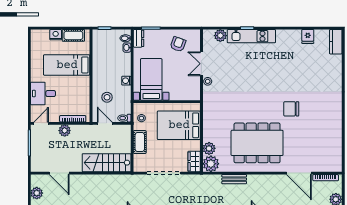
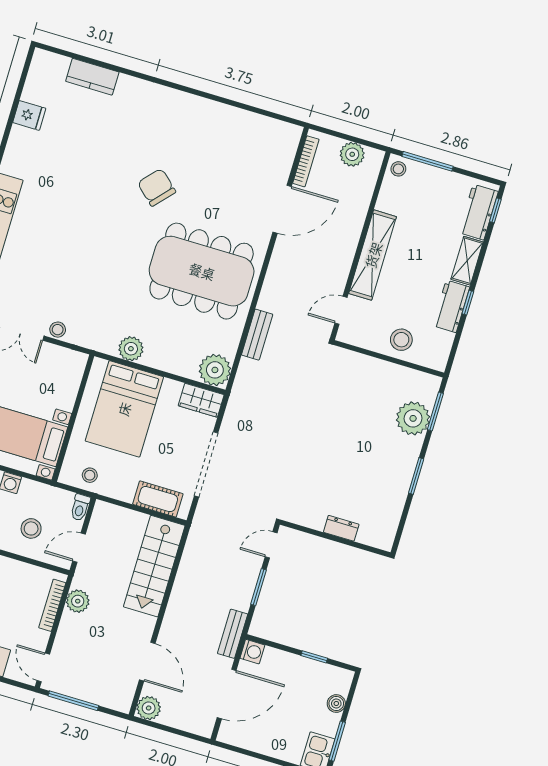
kitchen counter: (336, 42) -> (92, 77), moved
chair: (291, 109) -> (157, 187), turned 132
plant: (65, 131) -> (78, 601), moved
cot: (140, 142) -> (158, 499), moved
dining table: (257, 143) -> (202, 271), turned 90
plant: (209, 148) -> (131, 349), moved
door: (59, 173) -> (147, 662), hinge flipped
plant: (37, 193) -> (149, 708), moved

